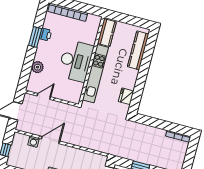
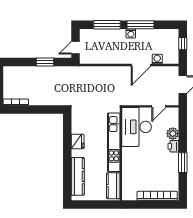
printer: (45, 35) -> (173, 146), moved
desk: (76, 61) -> (137, 127), moved
fridge: (126, 96) -> (78, 142), moved

